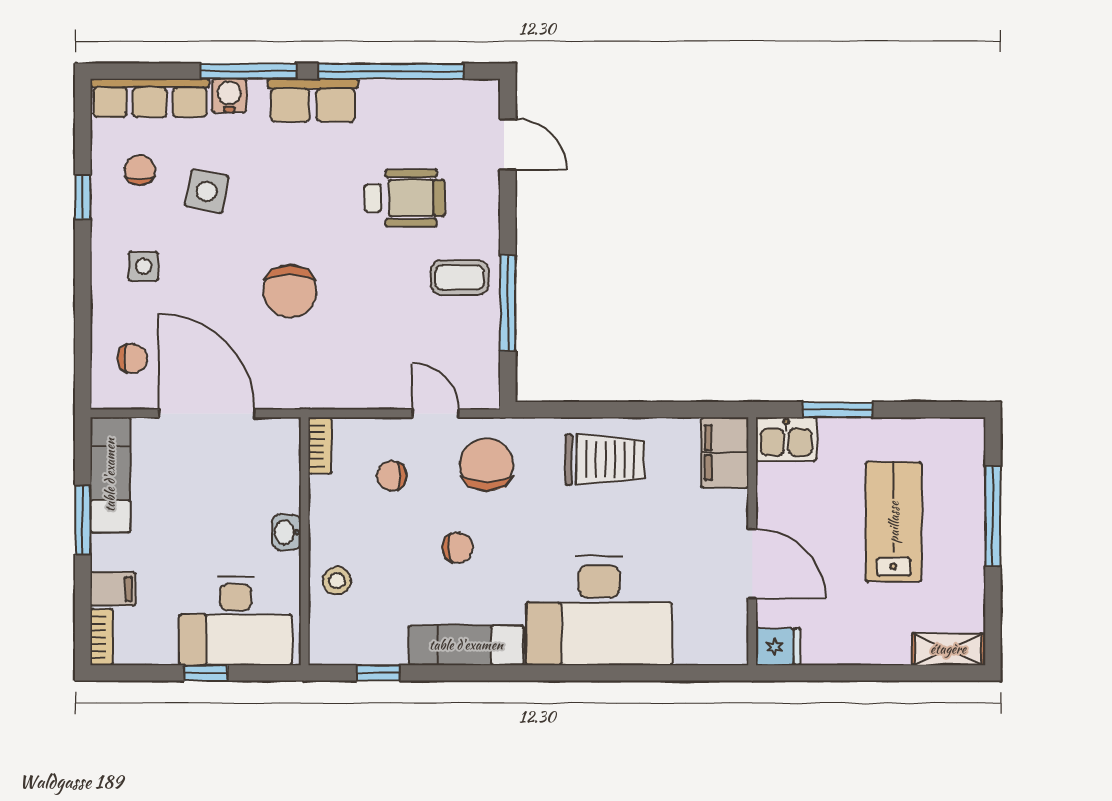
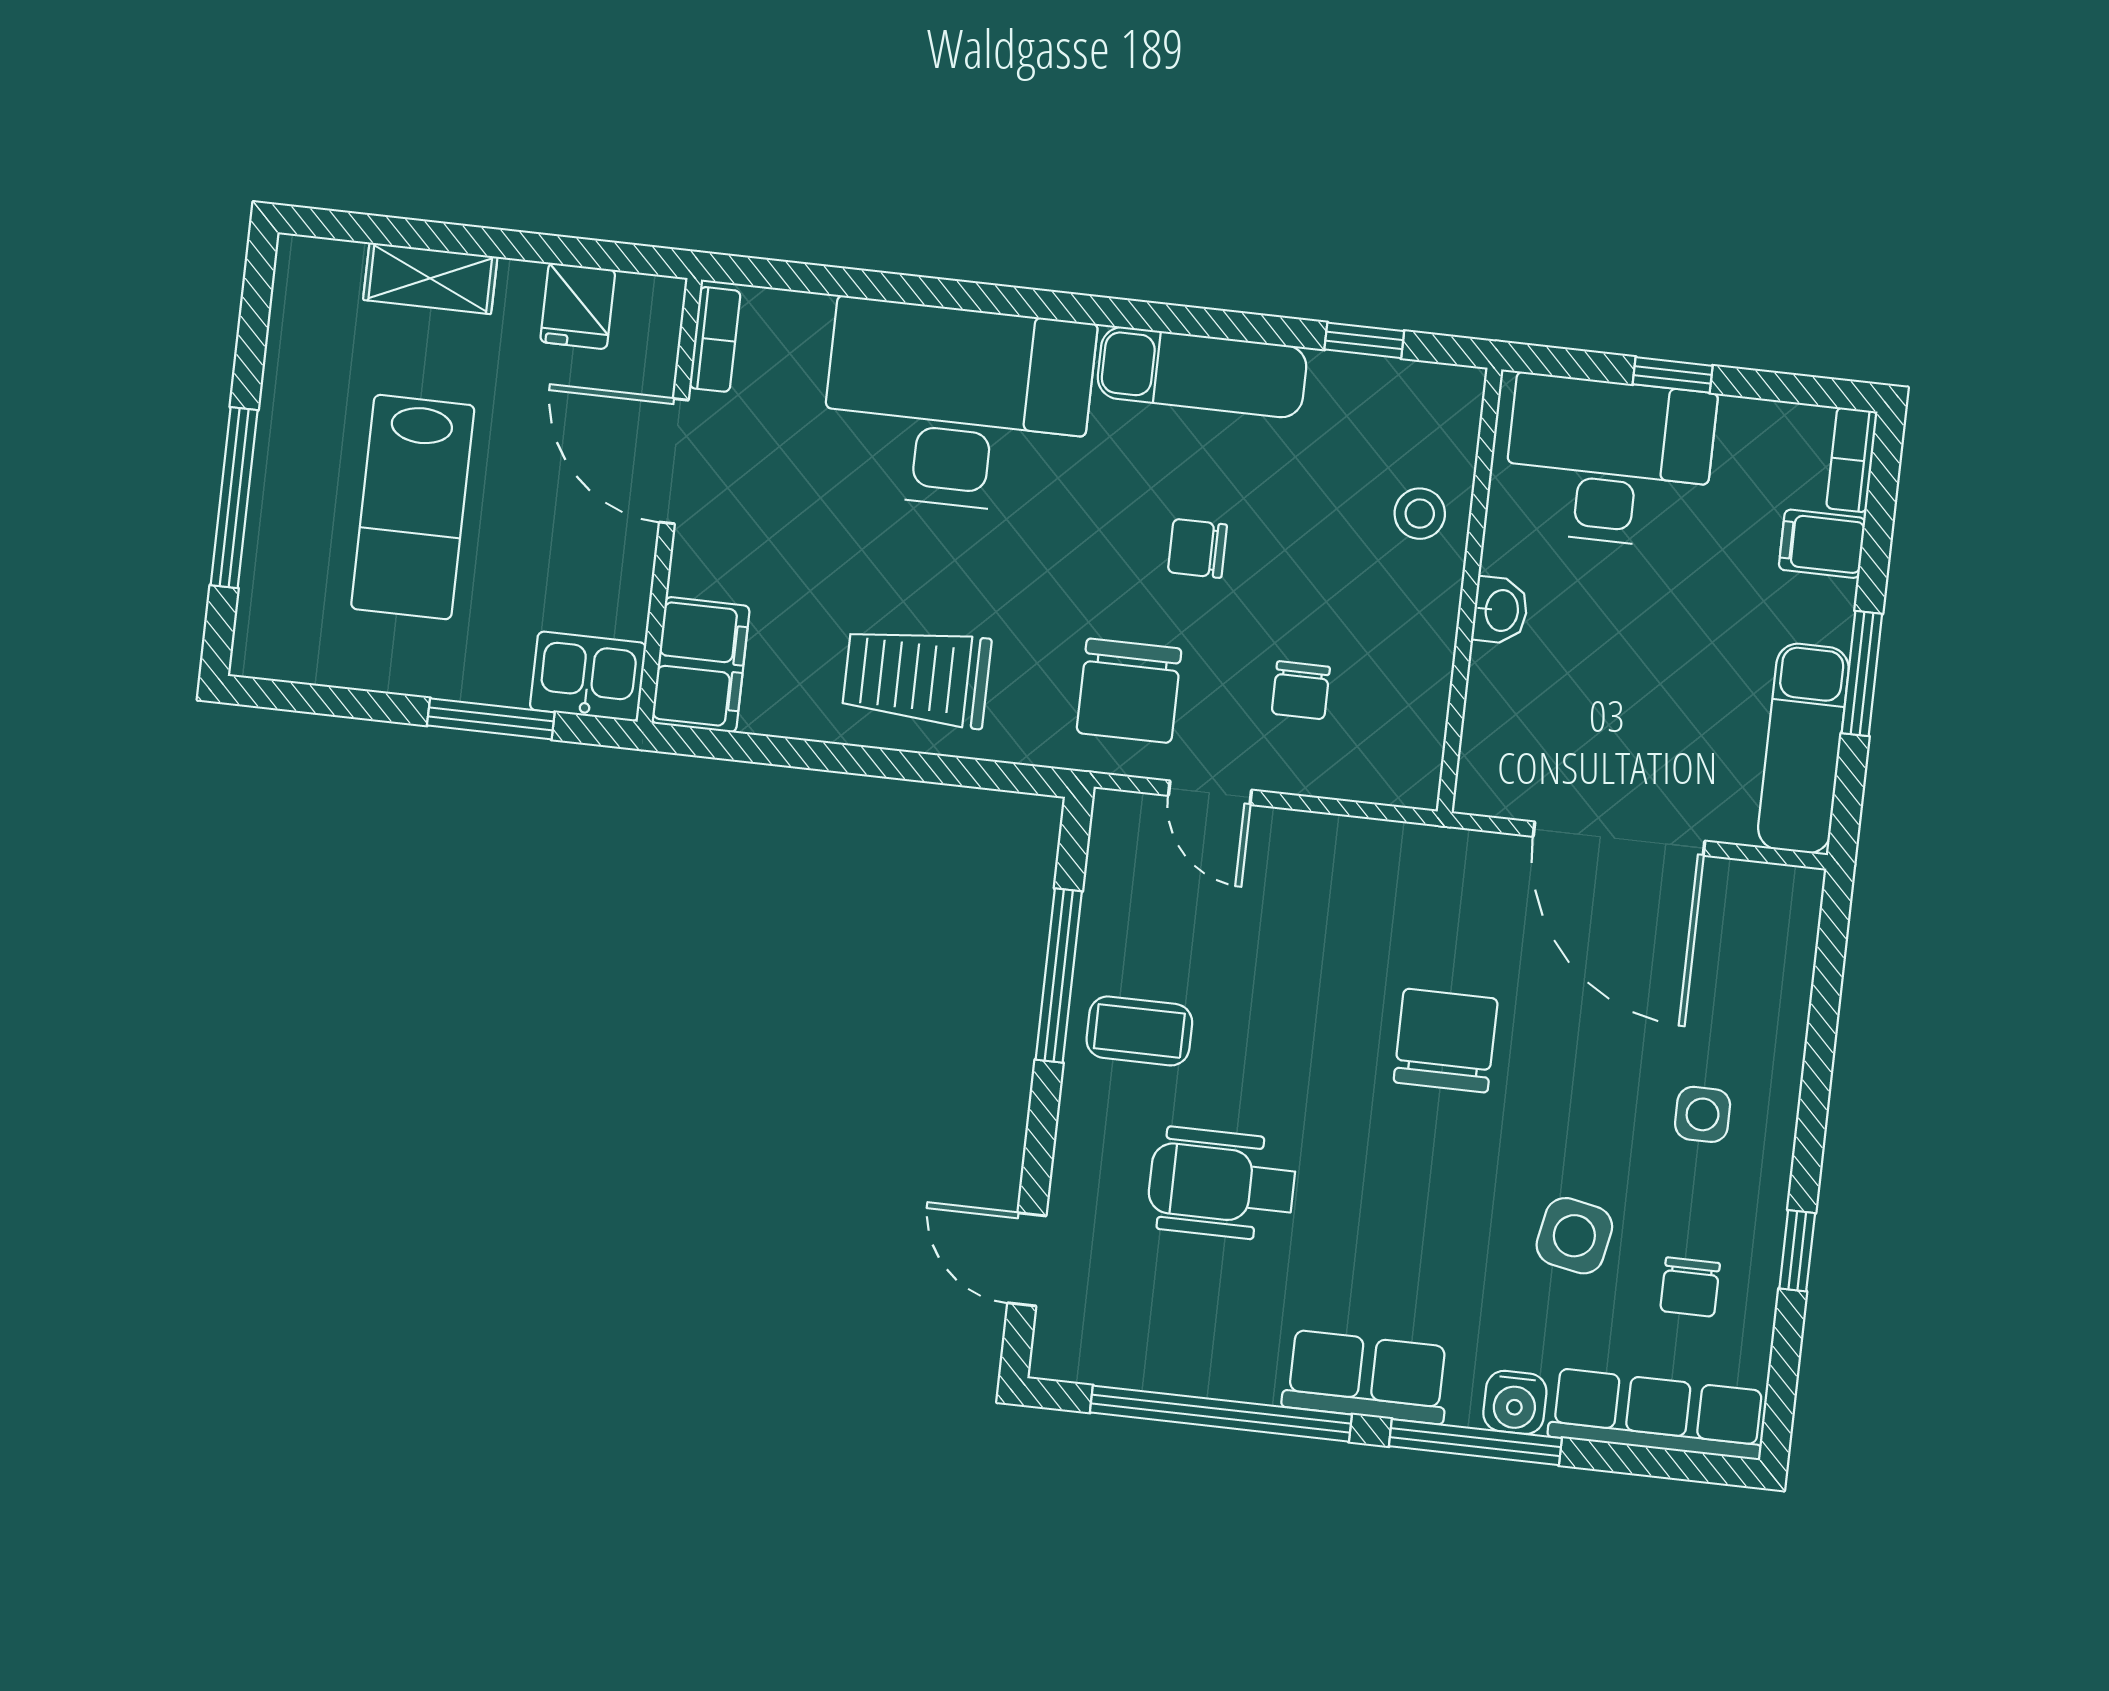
chair: (133, 359) -> (1740, 952), removed
bookcase: (320, 446) -> (715, 339), moved, turned 180
chair: (392, 476) -> (1301, 690), turned 90
fridge: (778, 647) -> (578, 306), moved, turned -90
shelving: (948, 649) -> (430, 278), moved

